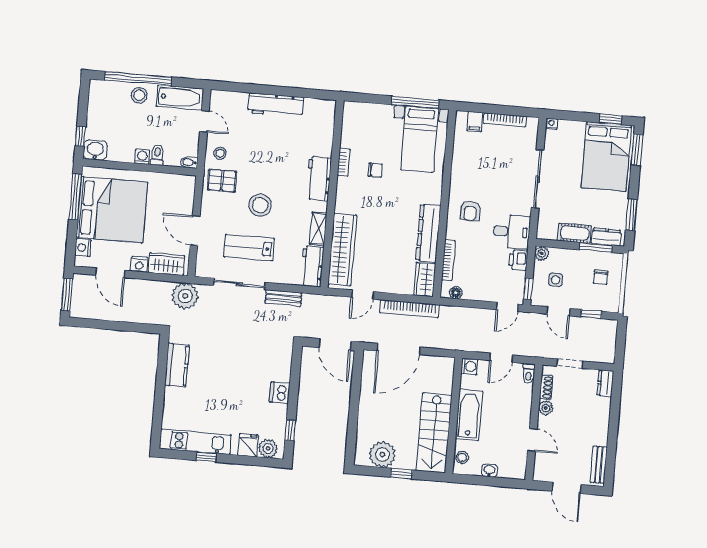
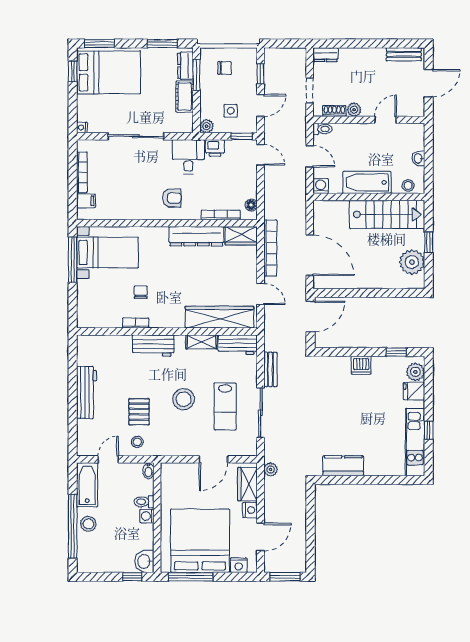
pallet: (222, 181) -> (139, 412), moved
plant: (185, 296) -> (271, 469), width x0.53, depth x0.53

